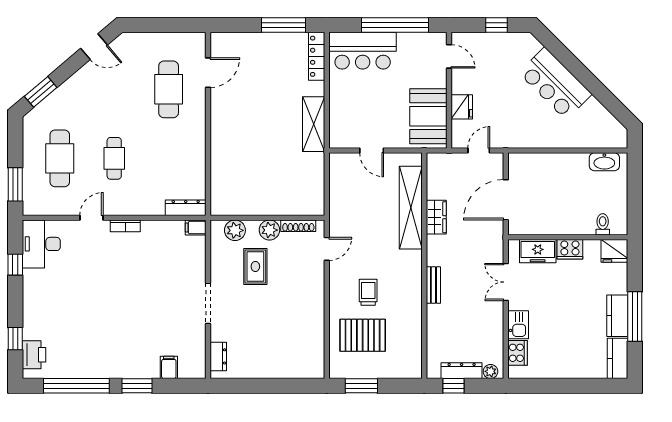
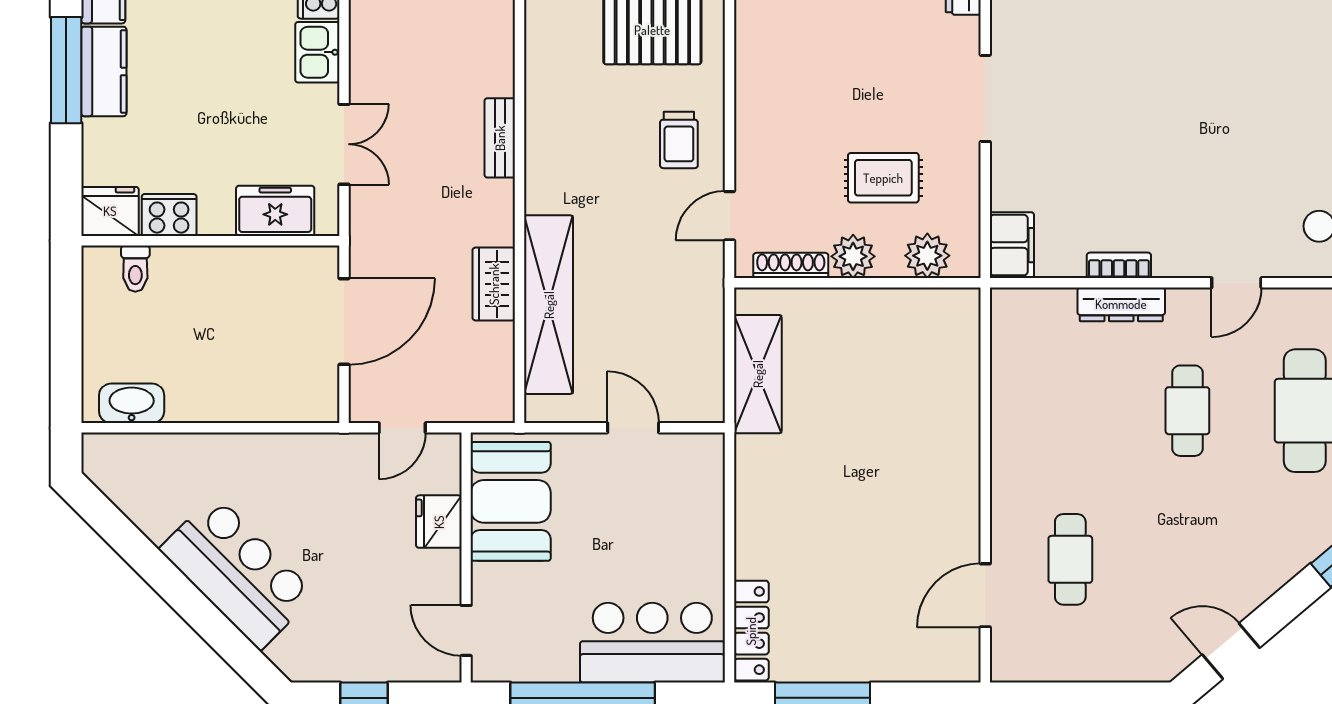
cafe table: (169, 89) -> (1070, 559), width x0.73, depth x0.74
shelving: (314, 124) -> (758, 374), moved
dresser: (186, 208) -> (1121, 304), moved
bookcase: (125, 226) -> (1119, 265), moved
filing cabinet: (196, 228) -> (1012, 245), width x2.00
cooker: (570, 249) -> (169, 215), moved
rug: (255, 266) -> (883, 178), turned 90
trolley: (368, 292) -> (679, 140), moved

